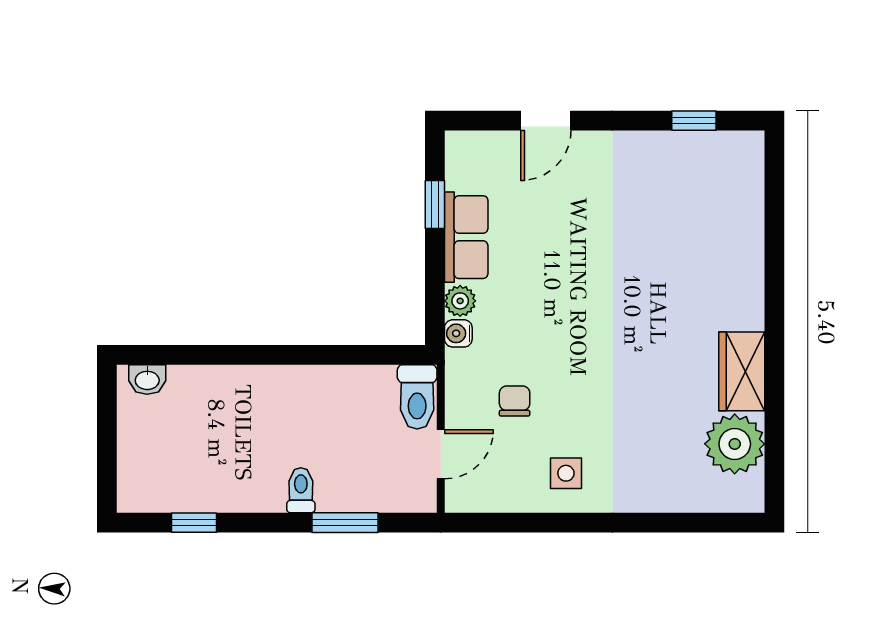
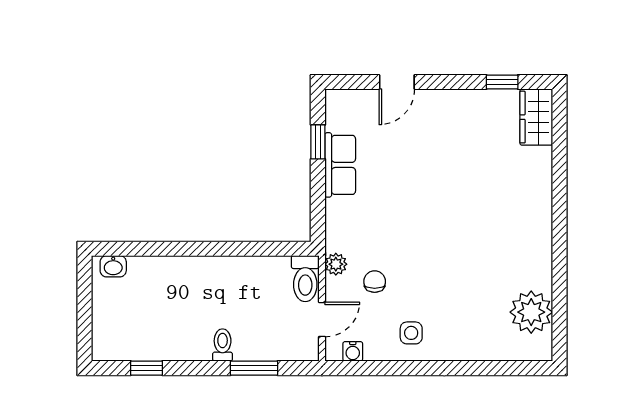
plant: (460, 301) -> (336, 264), moved
water cooler: (458, 333) -> (353, 351), moved, turned -90
wardrobe: (742, 371) -> (536, 117), moved

